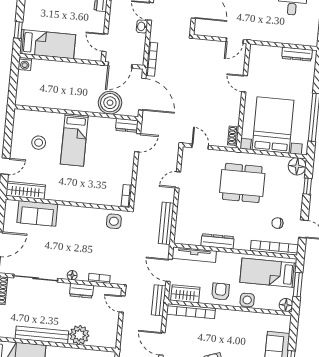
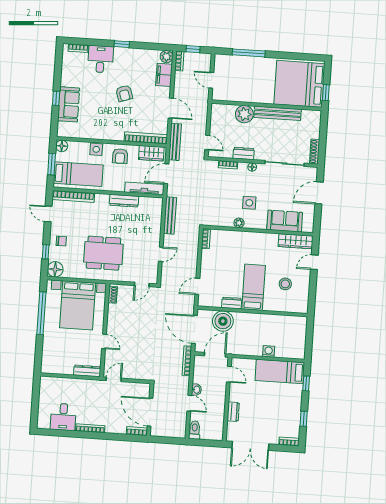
dresser: (297, 54) -> (87, 371), moved
washing machine: (25, 64) -> (269, 351), moved
dresser: (127, 125) -> (232, 303), moved
door: (200, 147) -> (142, 284), hinge flipped
plant: (89, 213) -> (239, 223), added
side table: (114, 221) -> (249, 203), moved
chair: (277, 223) -> (61, 241), moved
door: (169, 270) -> (166, 174), swing flipped
bench: (159, 300) -> (175, 142), width x1.36

